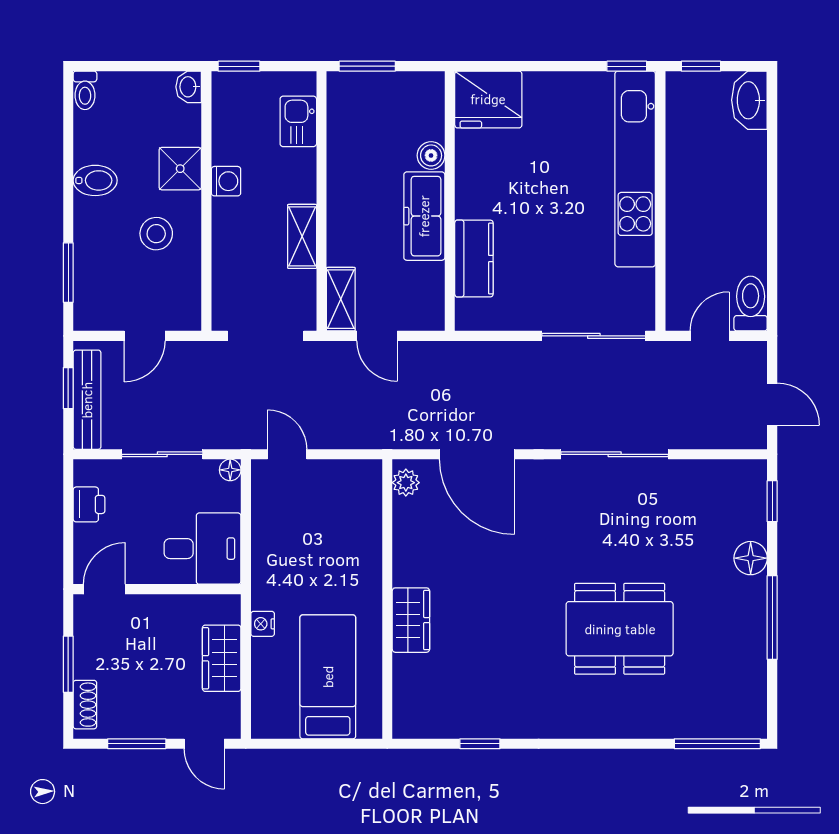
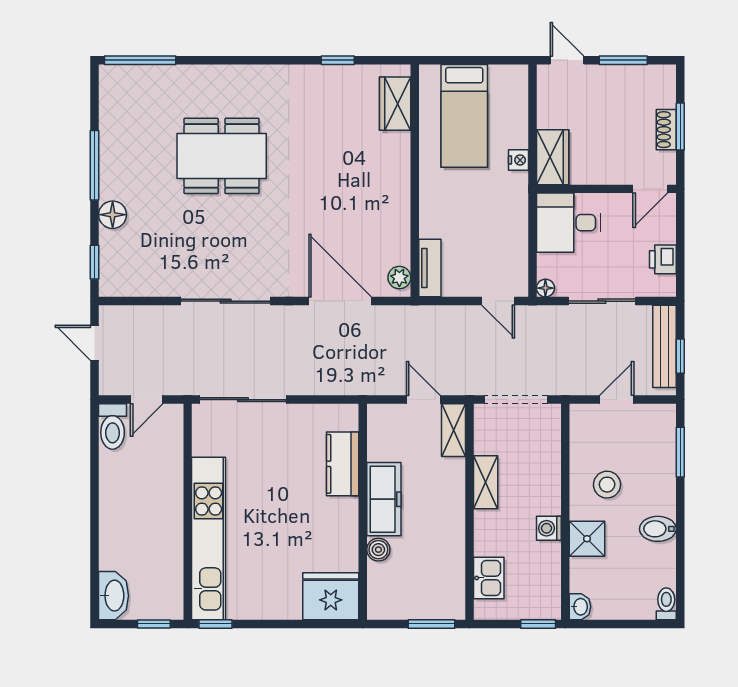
tv unit: (369, 494) -> (430, 268), added
wardrobe: (411, 620) -> (395, 104), moved
wardrobe: (222, 658) -> (553, 157), moved
shoe rack: (85, 705) -> (666, 130), moved

